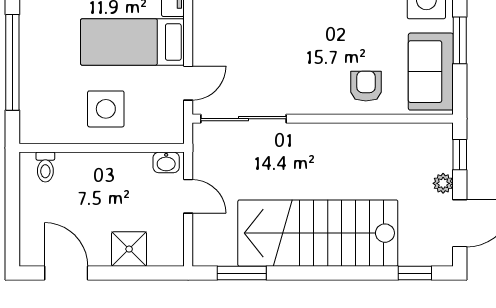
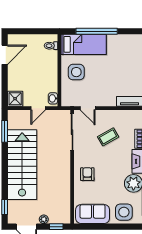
coffee table: (254, 36) -> (108, 137), added
window: (460, 40) -> (106, 227), removed
bed: (132, 42) -> (84, 44), moved, turned 90
armchair: (366, 86) -> (87, 174), moved, turned -90
shower: (129, 249) -> (15, 99), moved

